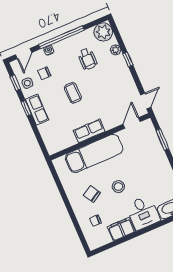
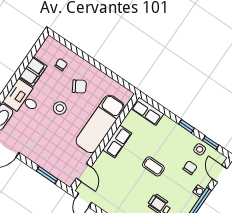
row of seats: (37, 110) -> (147, 111), moved

